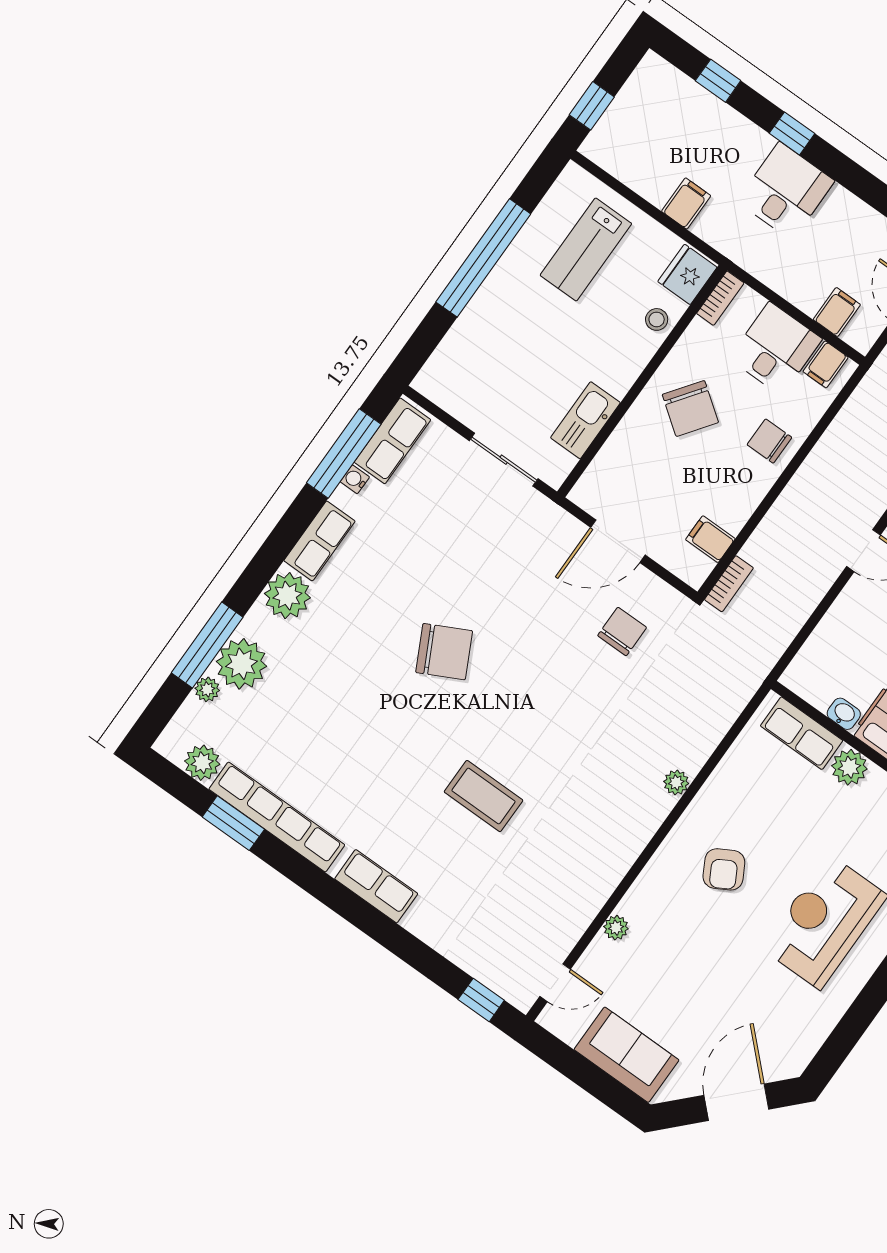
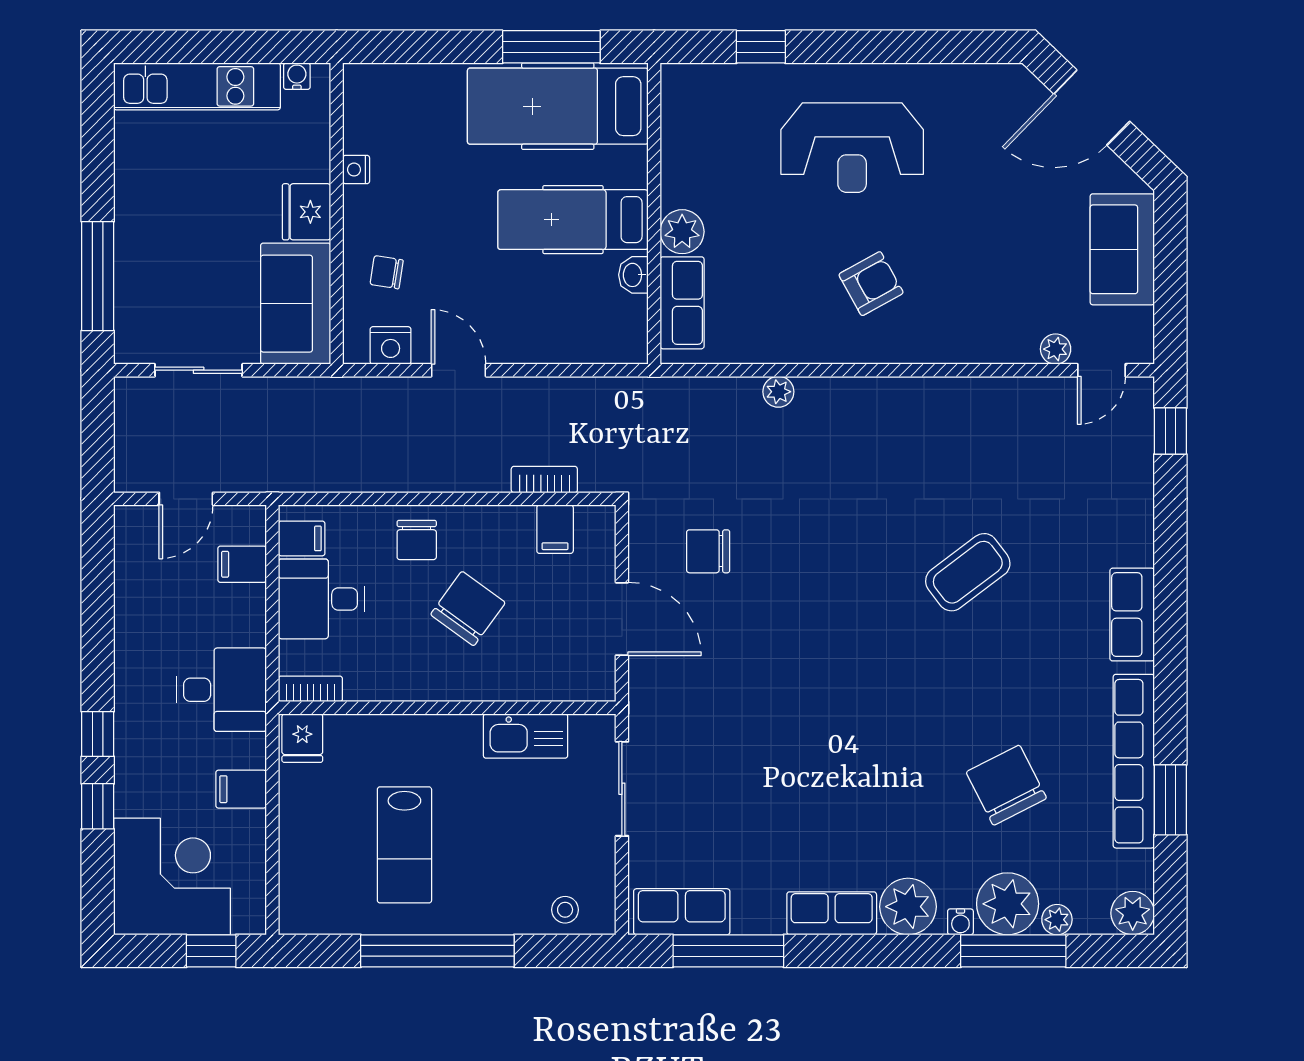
window: (718, 81) -> (98, 806), moved
corner desk: (661, 115) -> (172, 876), added
desk: (786, 191) -> (221, 690), moved, turned 180
lab bench: (586, 249) -> (404, 845), moved, turned 90
fridge: (687, 274) -> (302, 738), width x0.72
stool: (657, 319) -> (565, 910), moved
chair: (690, 408) -> (468, 609), moved
water cooler: (355, 479) -> (960, 922), moved
bookcase: (729, 584) -> (544, 480), moved
chair: (444, 652) -> (1006, 785), moved
plant: (202, 763) -> (1133, 913), moved
plant: (676, 782) -> (778, 392), moved
coffee table: (484, 796) -> (968, 572), turned 53
plant: (616, 928) -> (1056, 349), moved
door: (555, 983) -> (1101, 370), swing flipped

